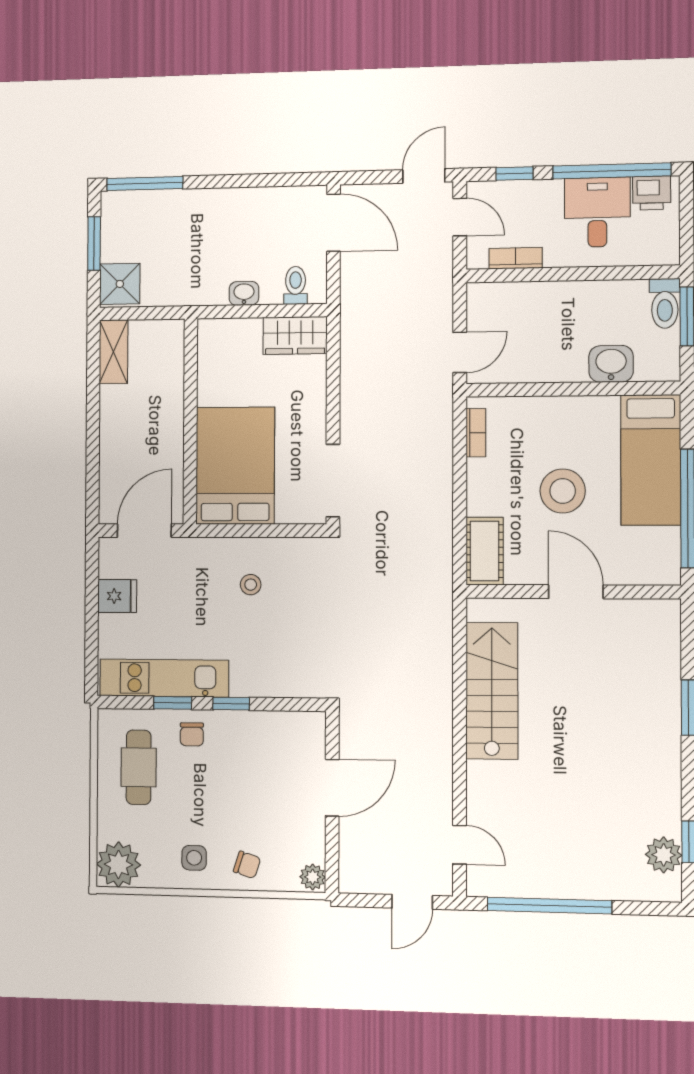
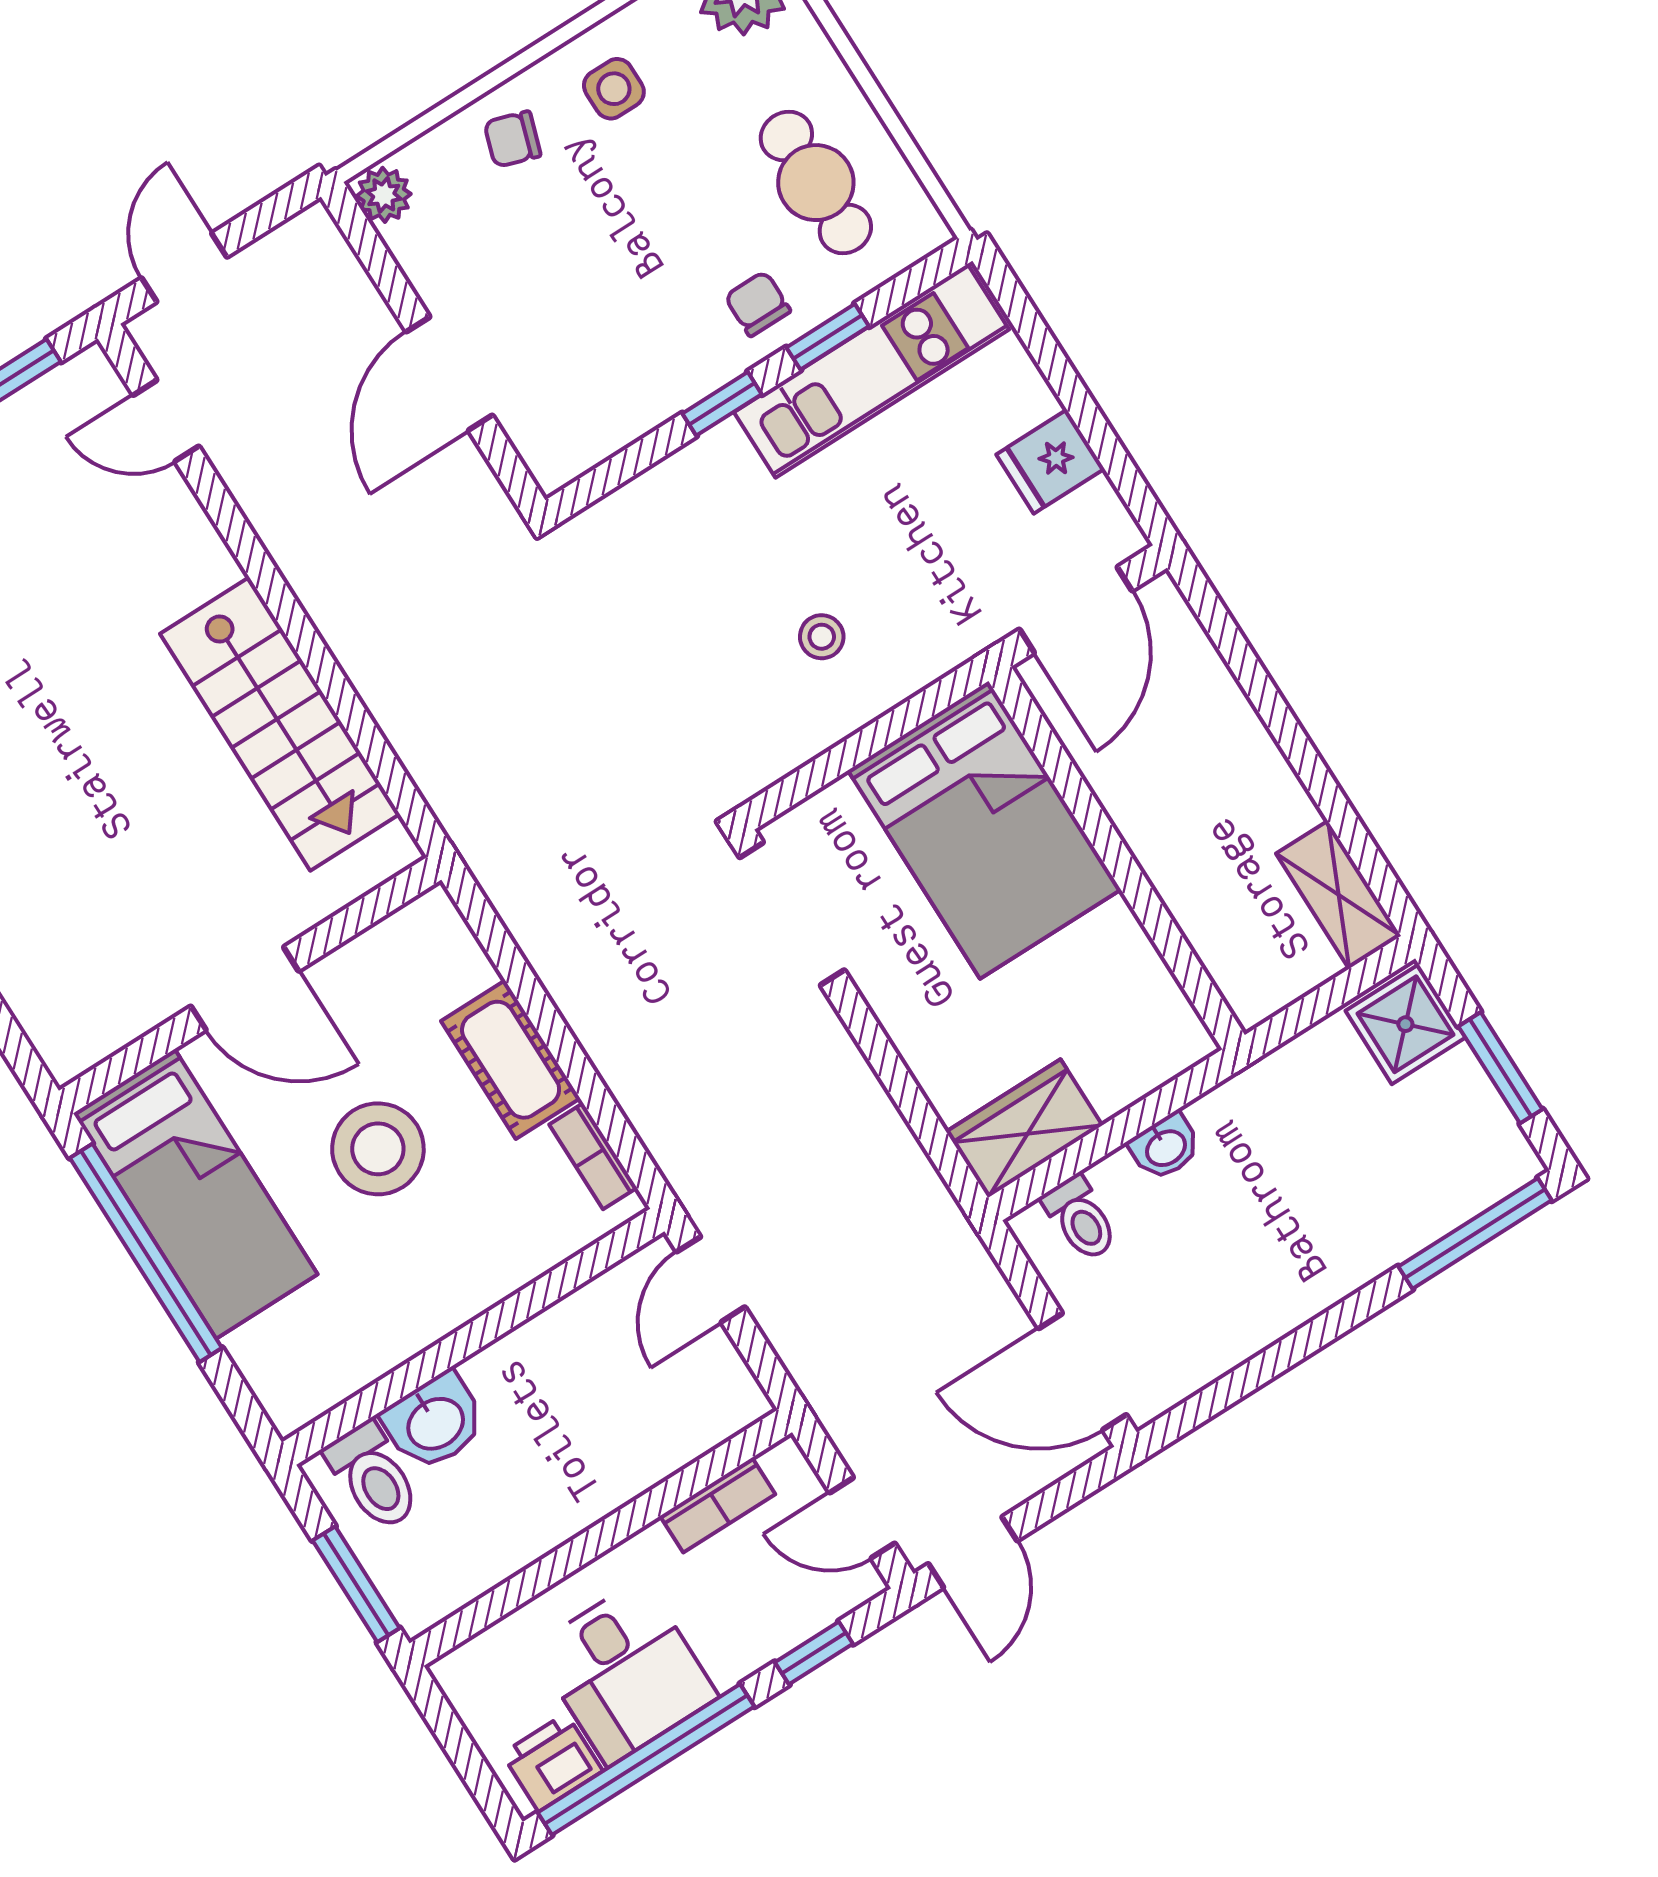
toilet: (665, 303) -> (373, 1476), moved, turned 180
bed: (651, 460) -> (195, 1194), moved, turned 180
cot: (485, 551) -> (511, 1060), moved

